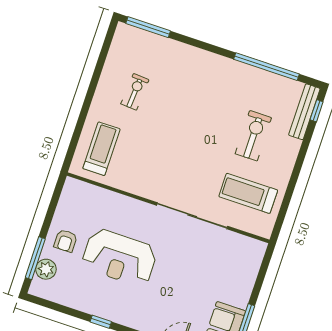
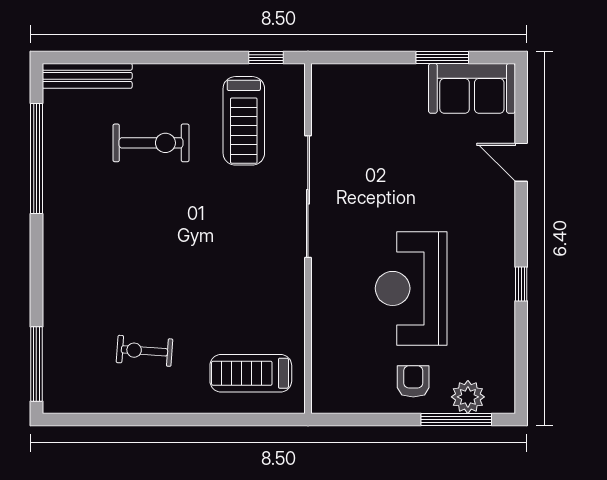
window: (317, 111) -> (266, 57), moved
exercise bike: (253, 136) -> (151, 143), turned 180
armchair: (66, 241) -> (413, 381), turned -90
reception desk: (119, 257) -> (411, 288), turned 180

